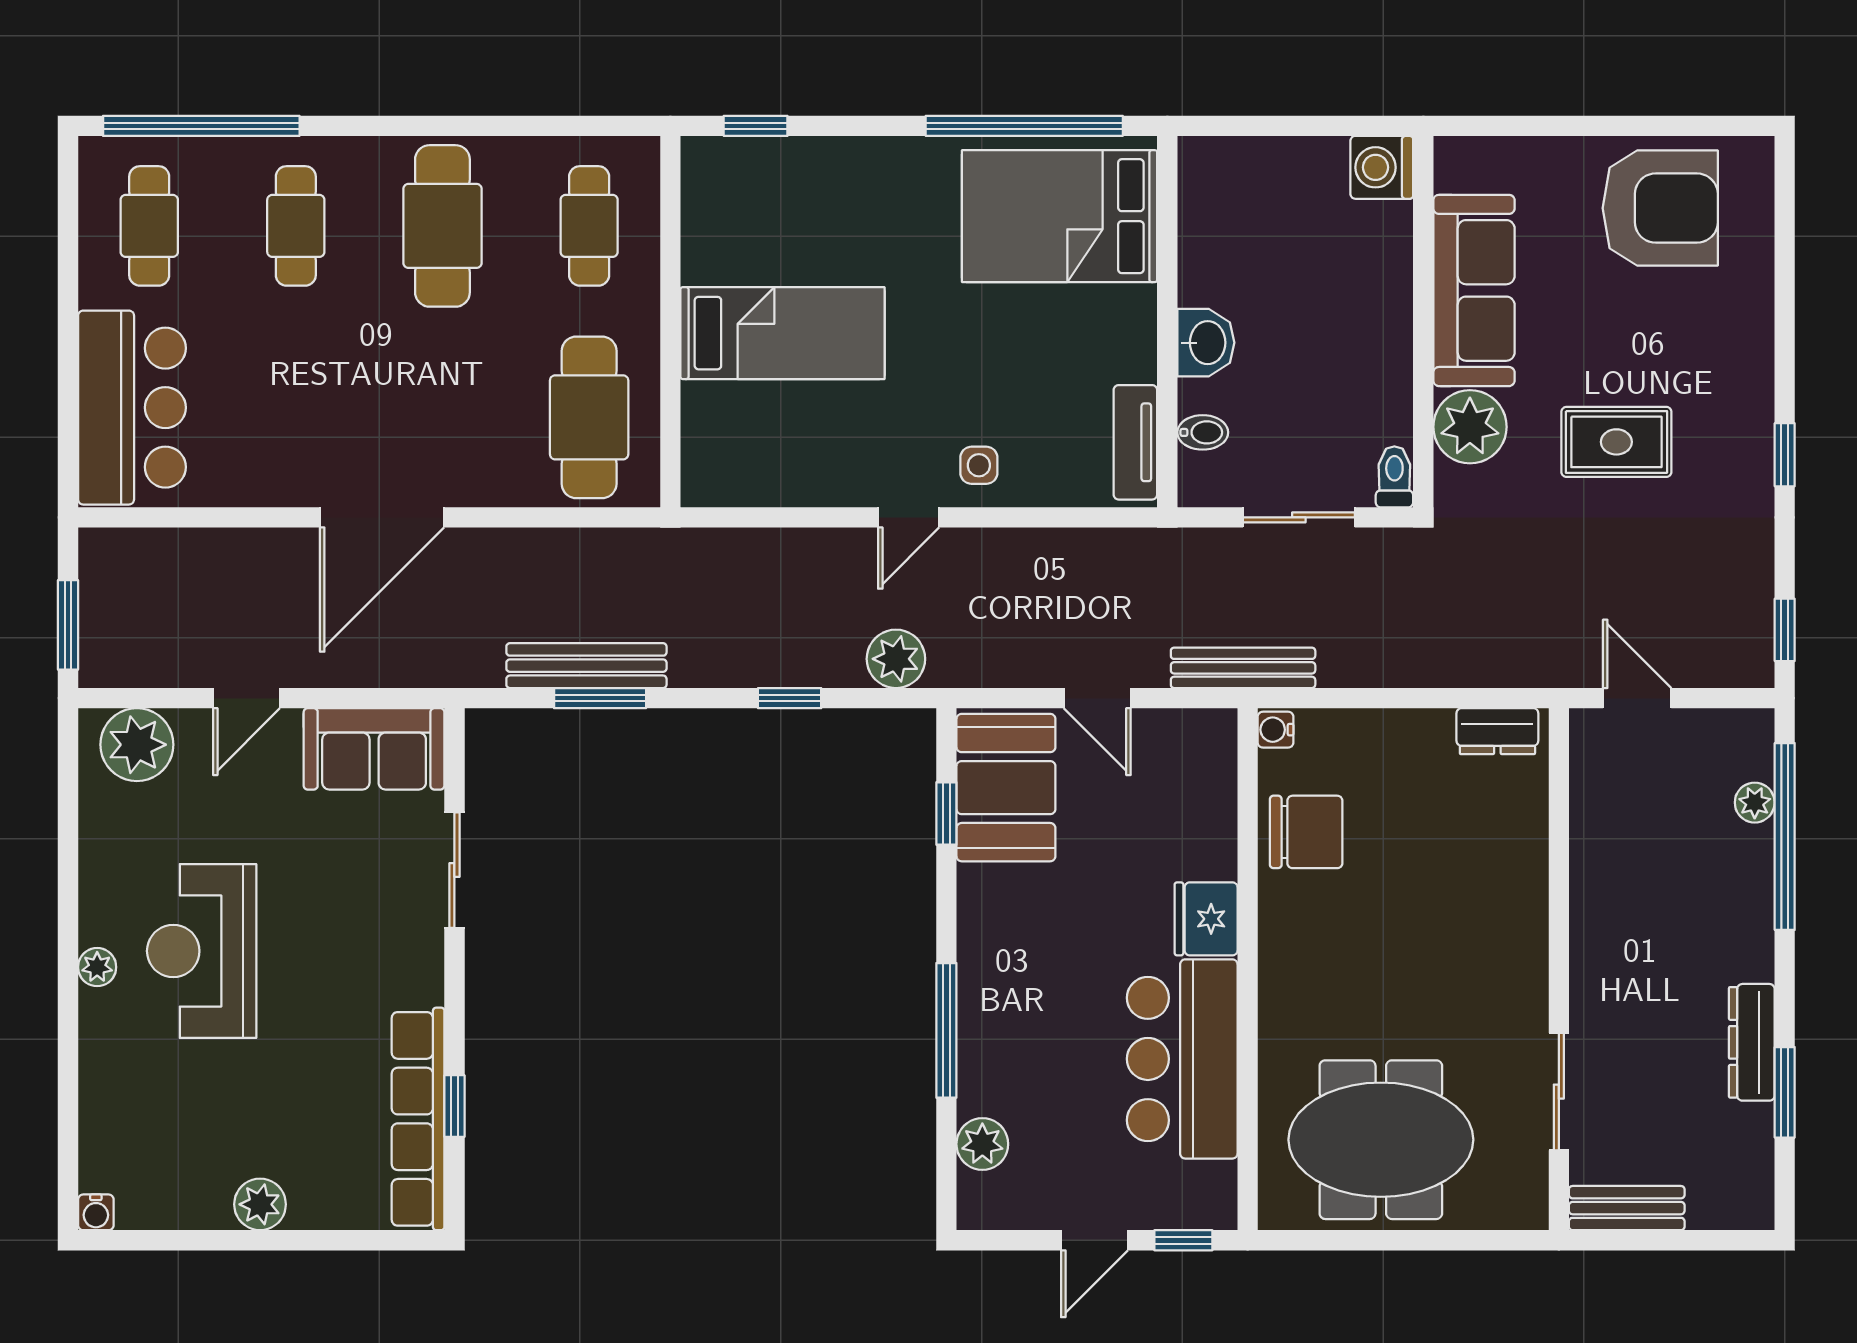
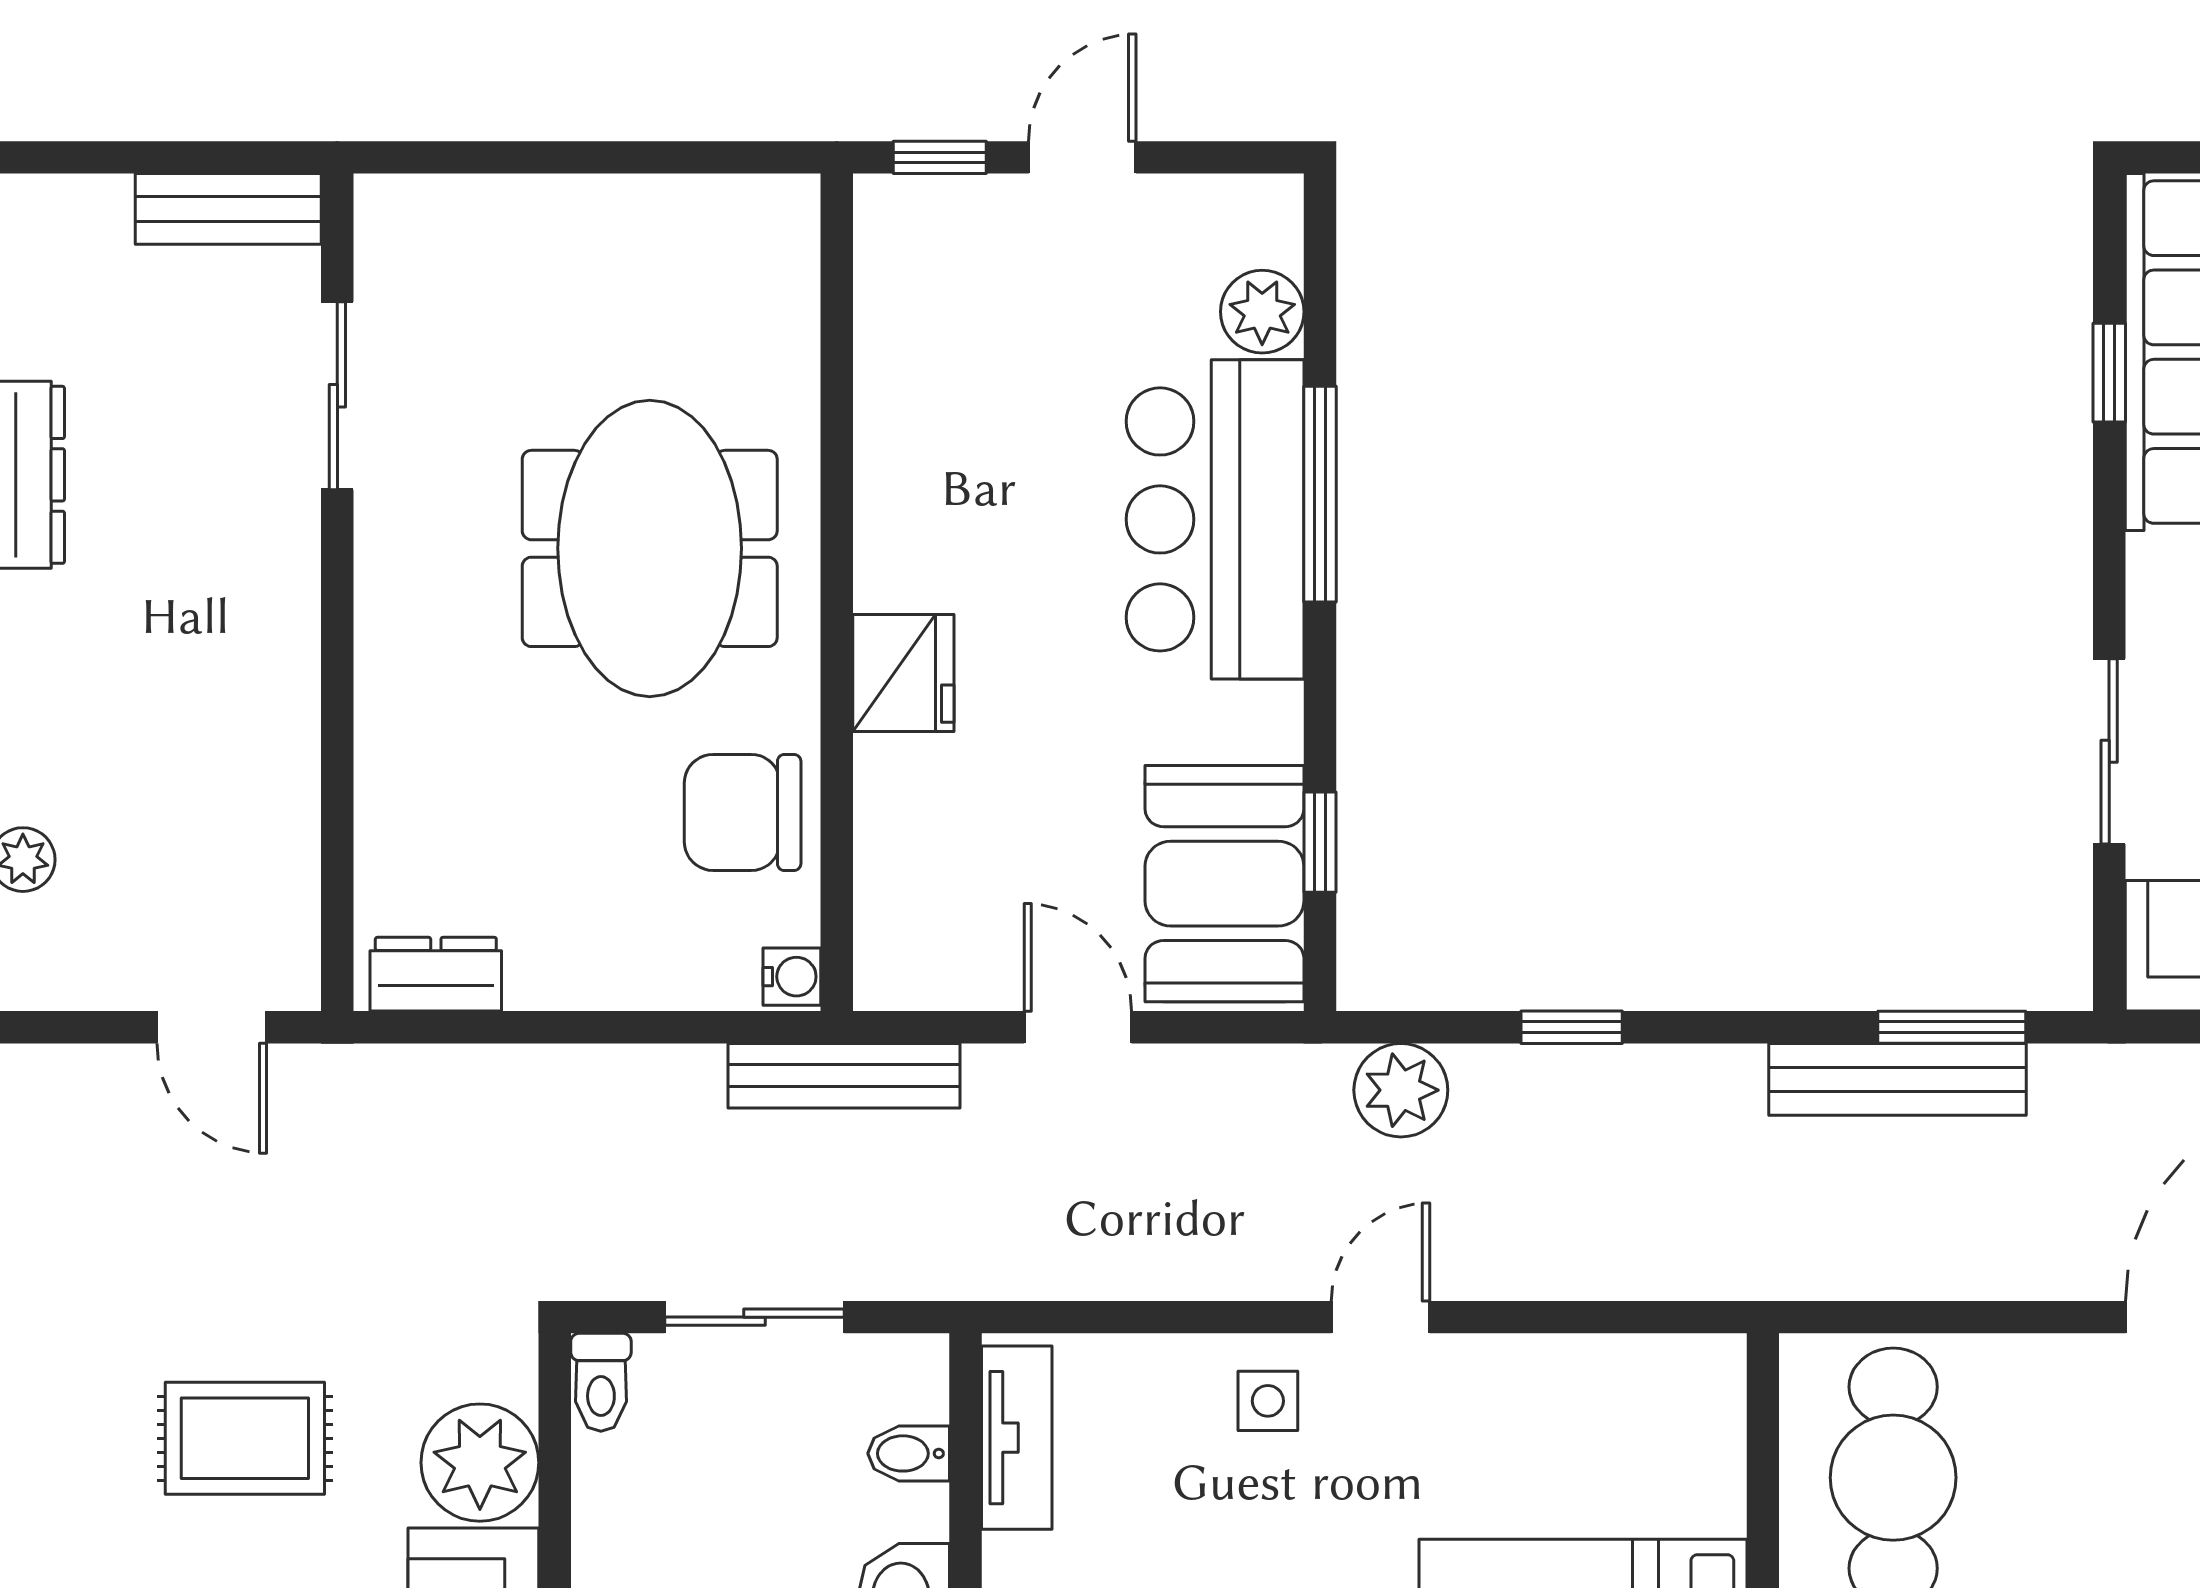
window: (600, 698) -> (1952, 1027), moved
bar counter: (1182, 1059) -> (1215, 519), moved, turned 180
meeting table: (1381, 1140) -> (650, 548), moved, turned 90

